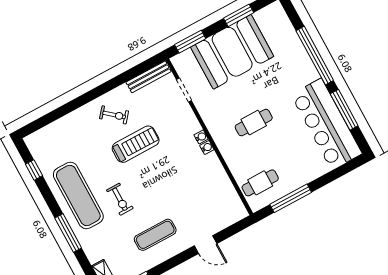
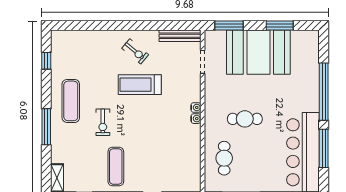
treadmill: (136, 144) -> (140, 85), turned 180
cafe table: (260, 183) -> (224, 158), moved, turned 90
exercise mat: (78, 195) -> (71, 101), width x0.73, depth x0.69
exercise mat: (155, 235) -> (116, 167), turned 90

